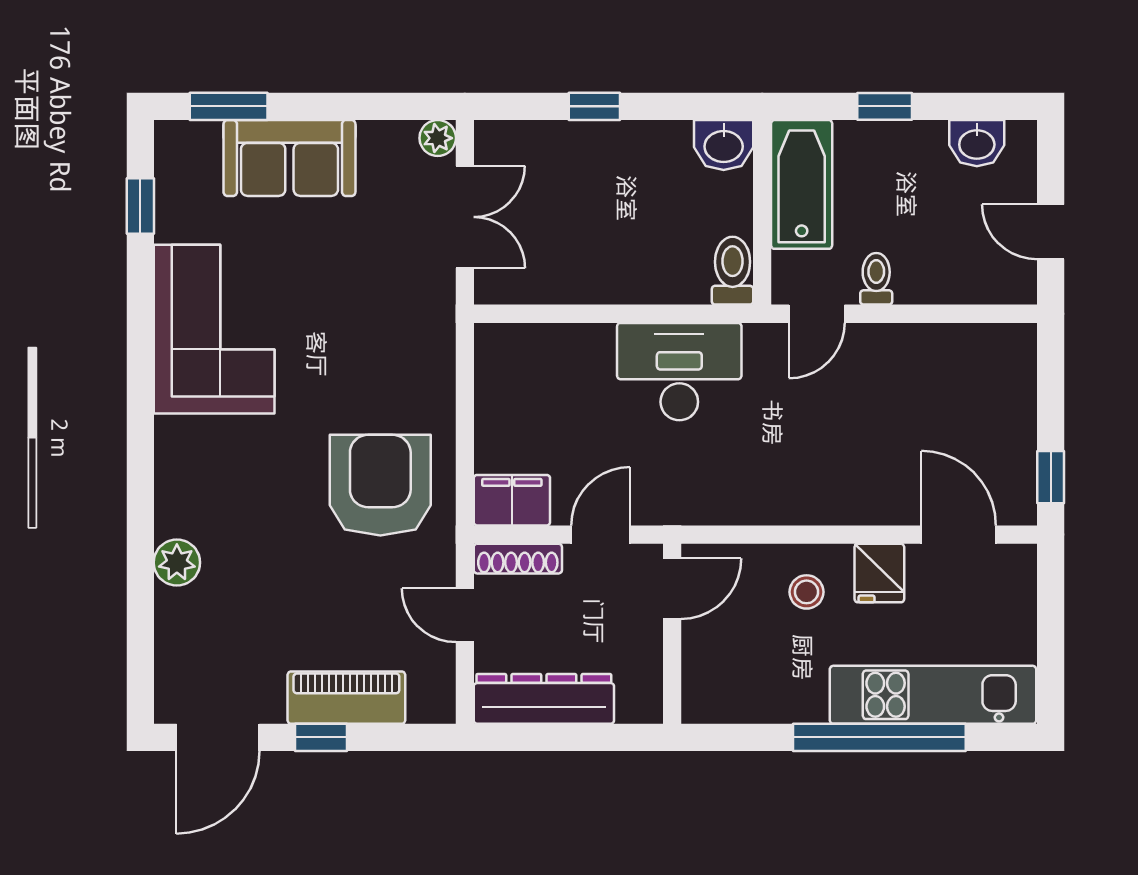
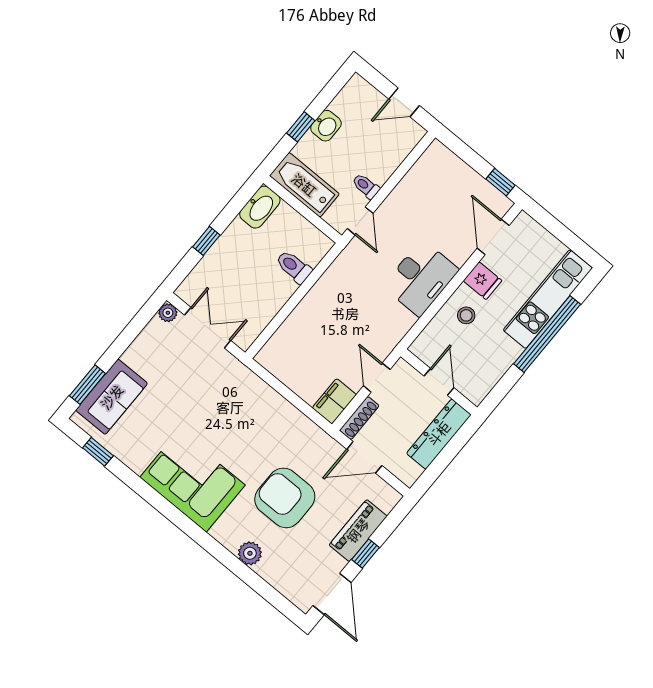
washbasin: (977, 143) -> (326, 126), moved
washbasin: (724, 145) -> (260, 207), width x1.38
sofa: (289, 158) -> (112, 397), moved
toilet: (733, 271) -> (294, 267), moved
corner sofa: (214, 329) -> (192, 481), moved
desk: (679, 372) -> (421, 278), moved, turned 180
armchair: (380, 485) -> (285, 498), moved
door: (959, 535) -> (493, 237), hinge flipped
door: (672, 589) -> (439, 382), moved
door: (465, 615) -> (364, 457), width x1.38
dresser: (544, 699) -> (439, 434), moved

